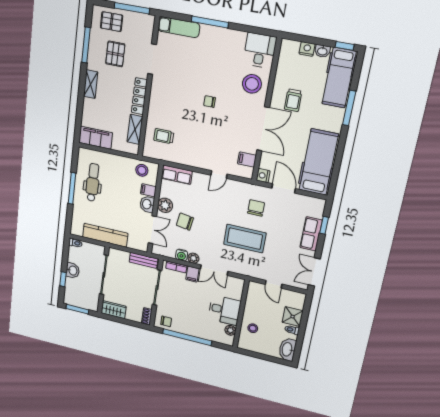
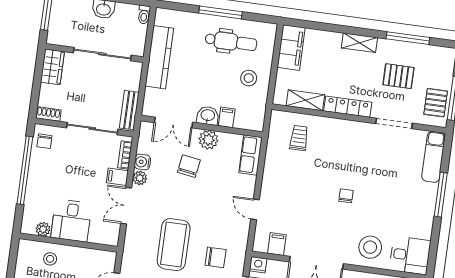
pallet: (112, 22) -> (436, 103), moved
stool: (142, 170) -> (249, 78), moved

